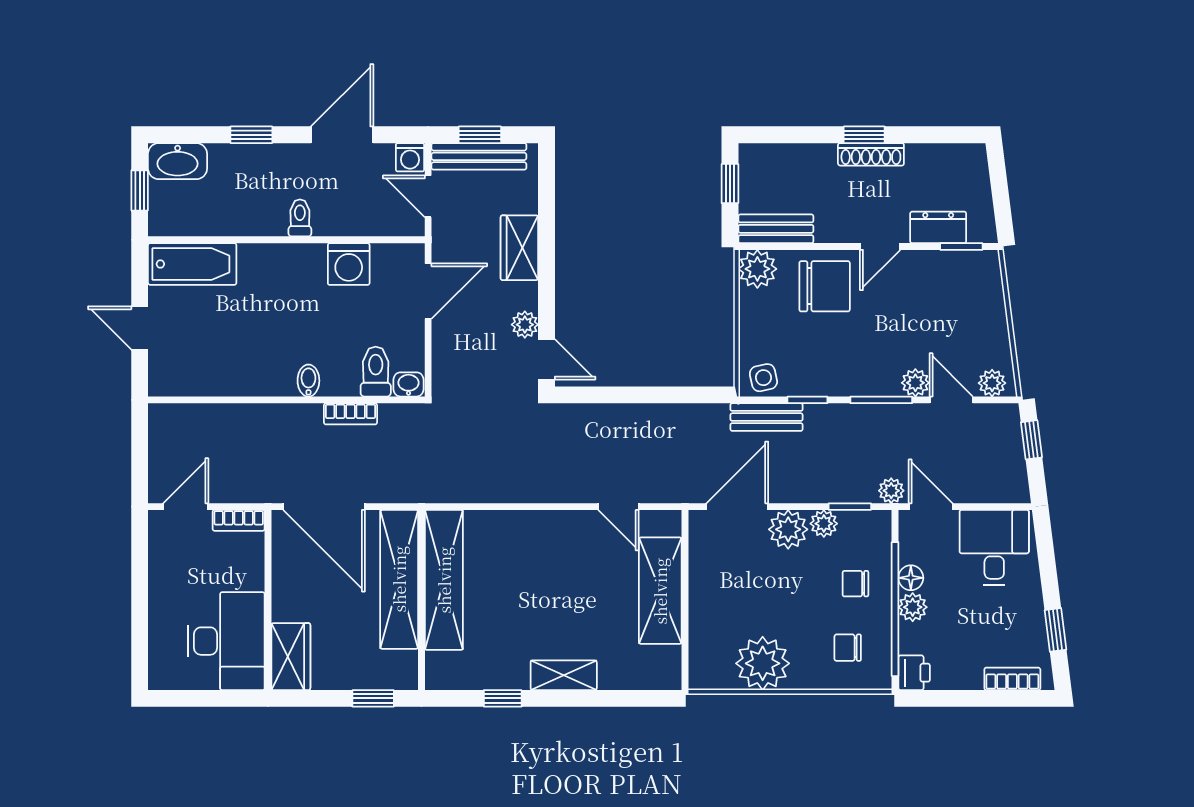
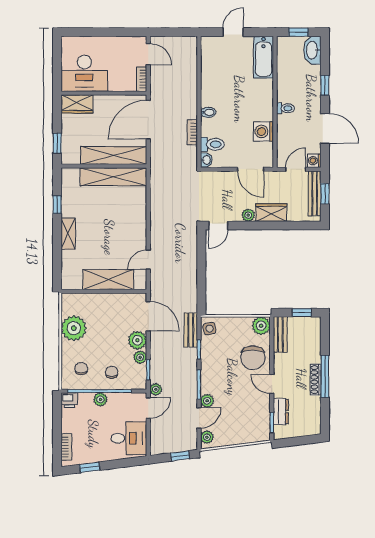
window: (864, 135) -> (325, 376), width x2.17
plant: (525, 325) -> (248, 215), moved
floor lamp: (911, 578) -> (114, 399), removed

